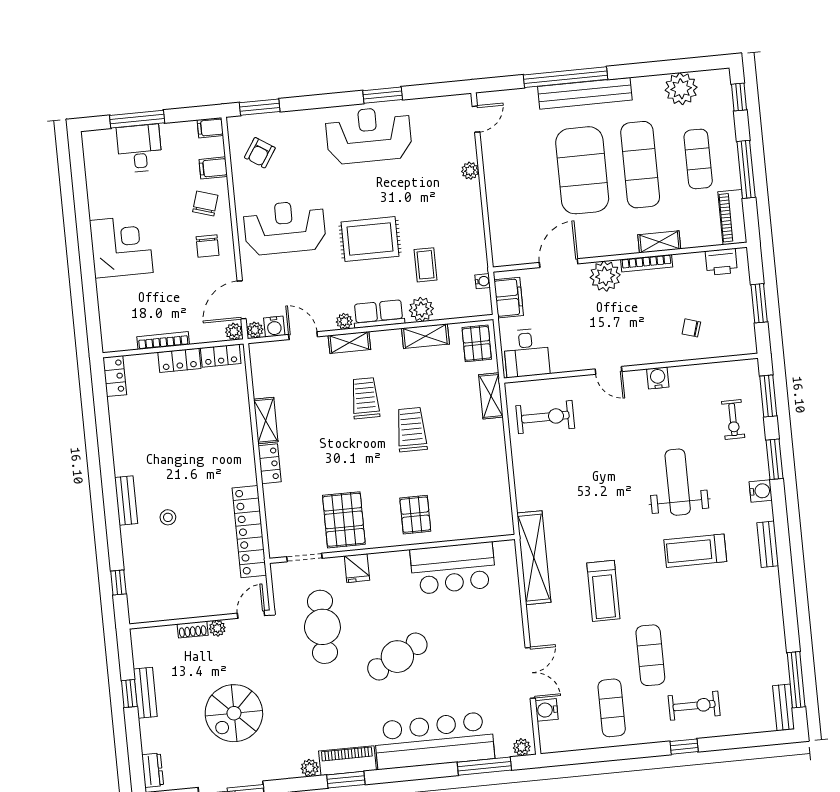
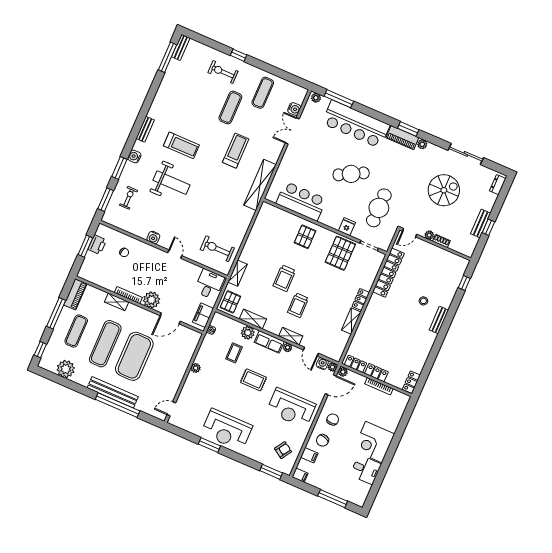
desk: (139, 148) -> (366, 470), moved, turned -90
plant: (470, 171) -> (196, 368), moved
rug: (370, 239) -> (254, 380), width x0.73, depth x0.70
printer: (721, 262) -> (97, 245), moved, turned 90
weight bench: (678, 482) -> (172, 183), turned -90

